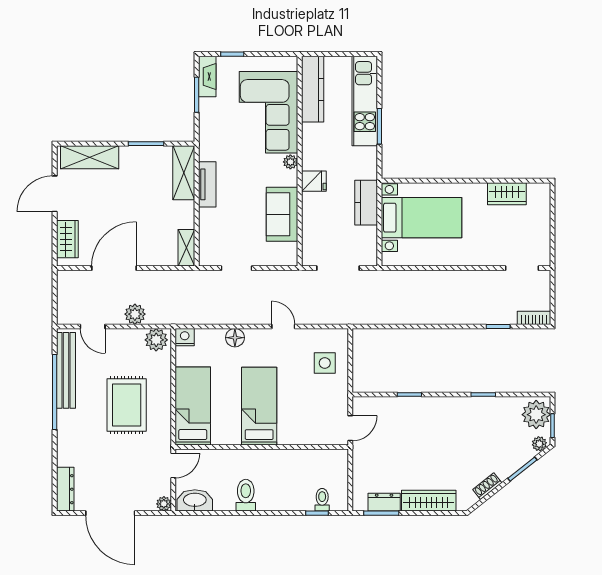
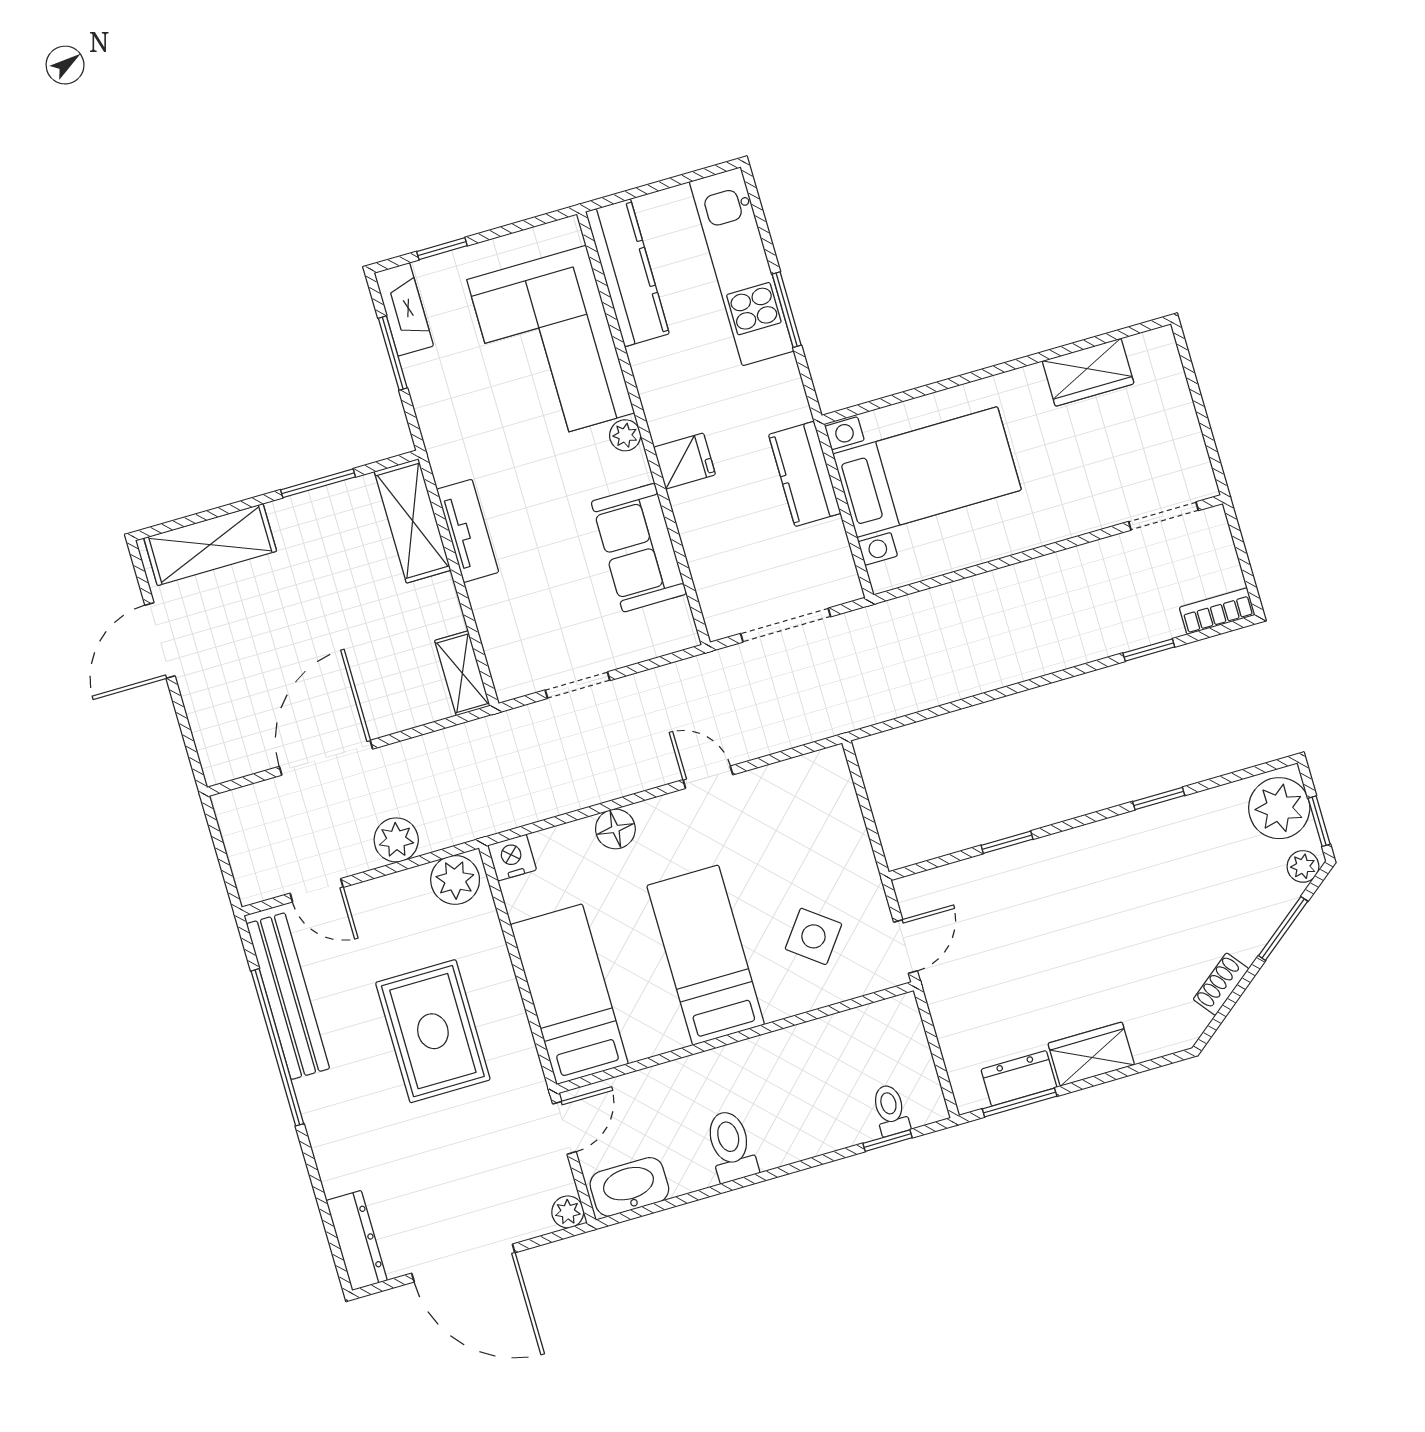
wardrobe: (67, 239) -> (213, 726), removed
side table: (325, 363) -> (813, 936), moved, turned 37
wardrobe: (429, 501) -> (1091, 1054), width x0.67

